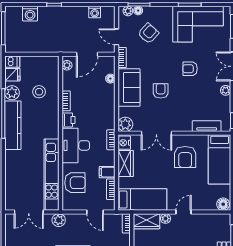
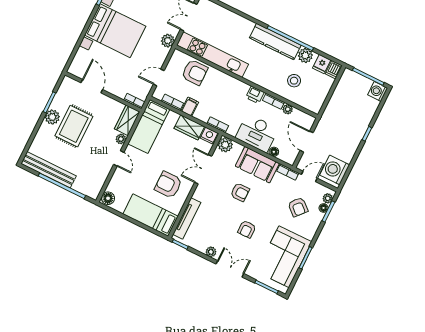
washing machine: (95, 12) -> (335, 170), width x1.89, depth x1.89
washing machine: (30, 14) -> (378, 91), moved
plant: (67, 65) -> (288, 109), moved
armchair: (190, 69) -> (247, 229), turned 180
tv unit: (207, 126) -> (187, 218), width x1.41
desk: (76, 145) -> (257, 133), moved, turned 180
armchair: (75, 183) -> (195, 72), turned -90

